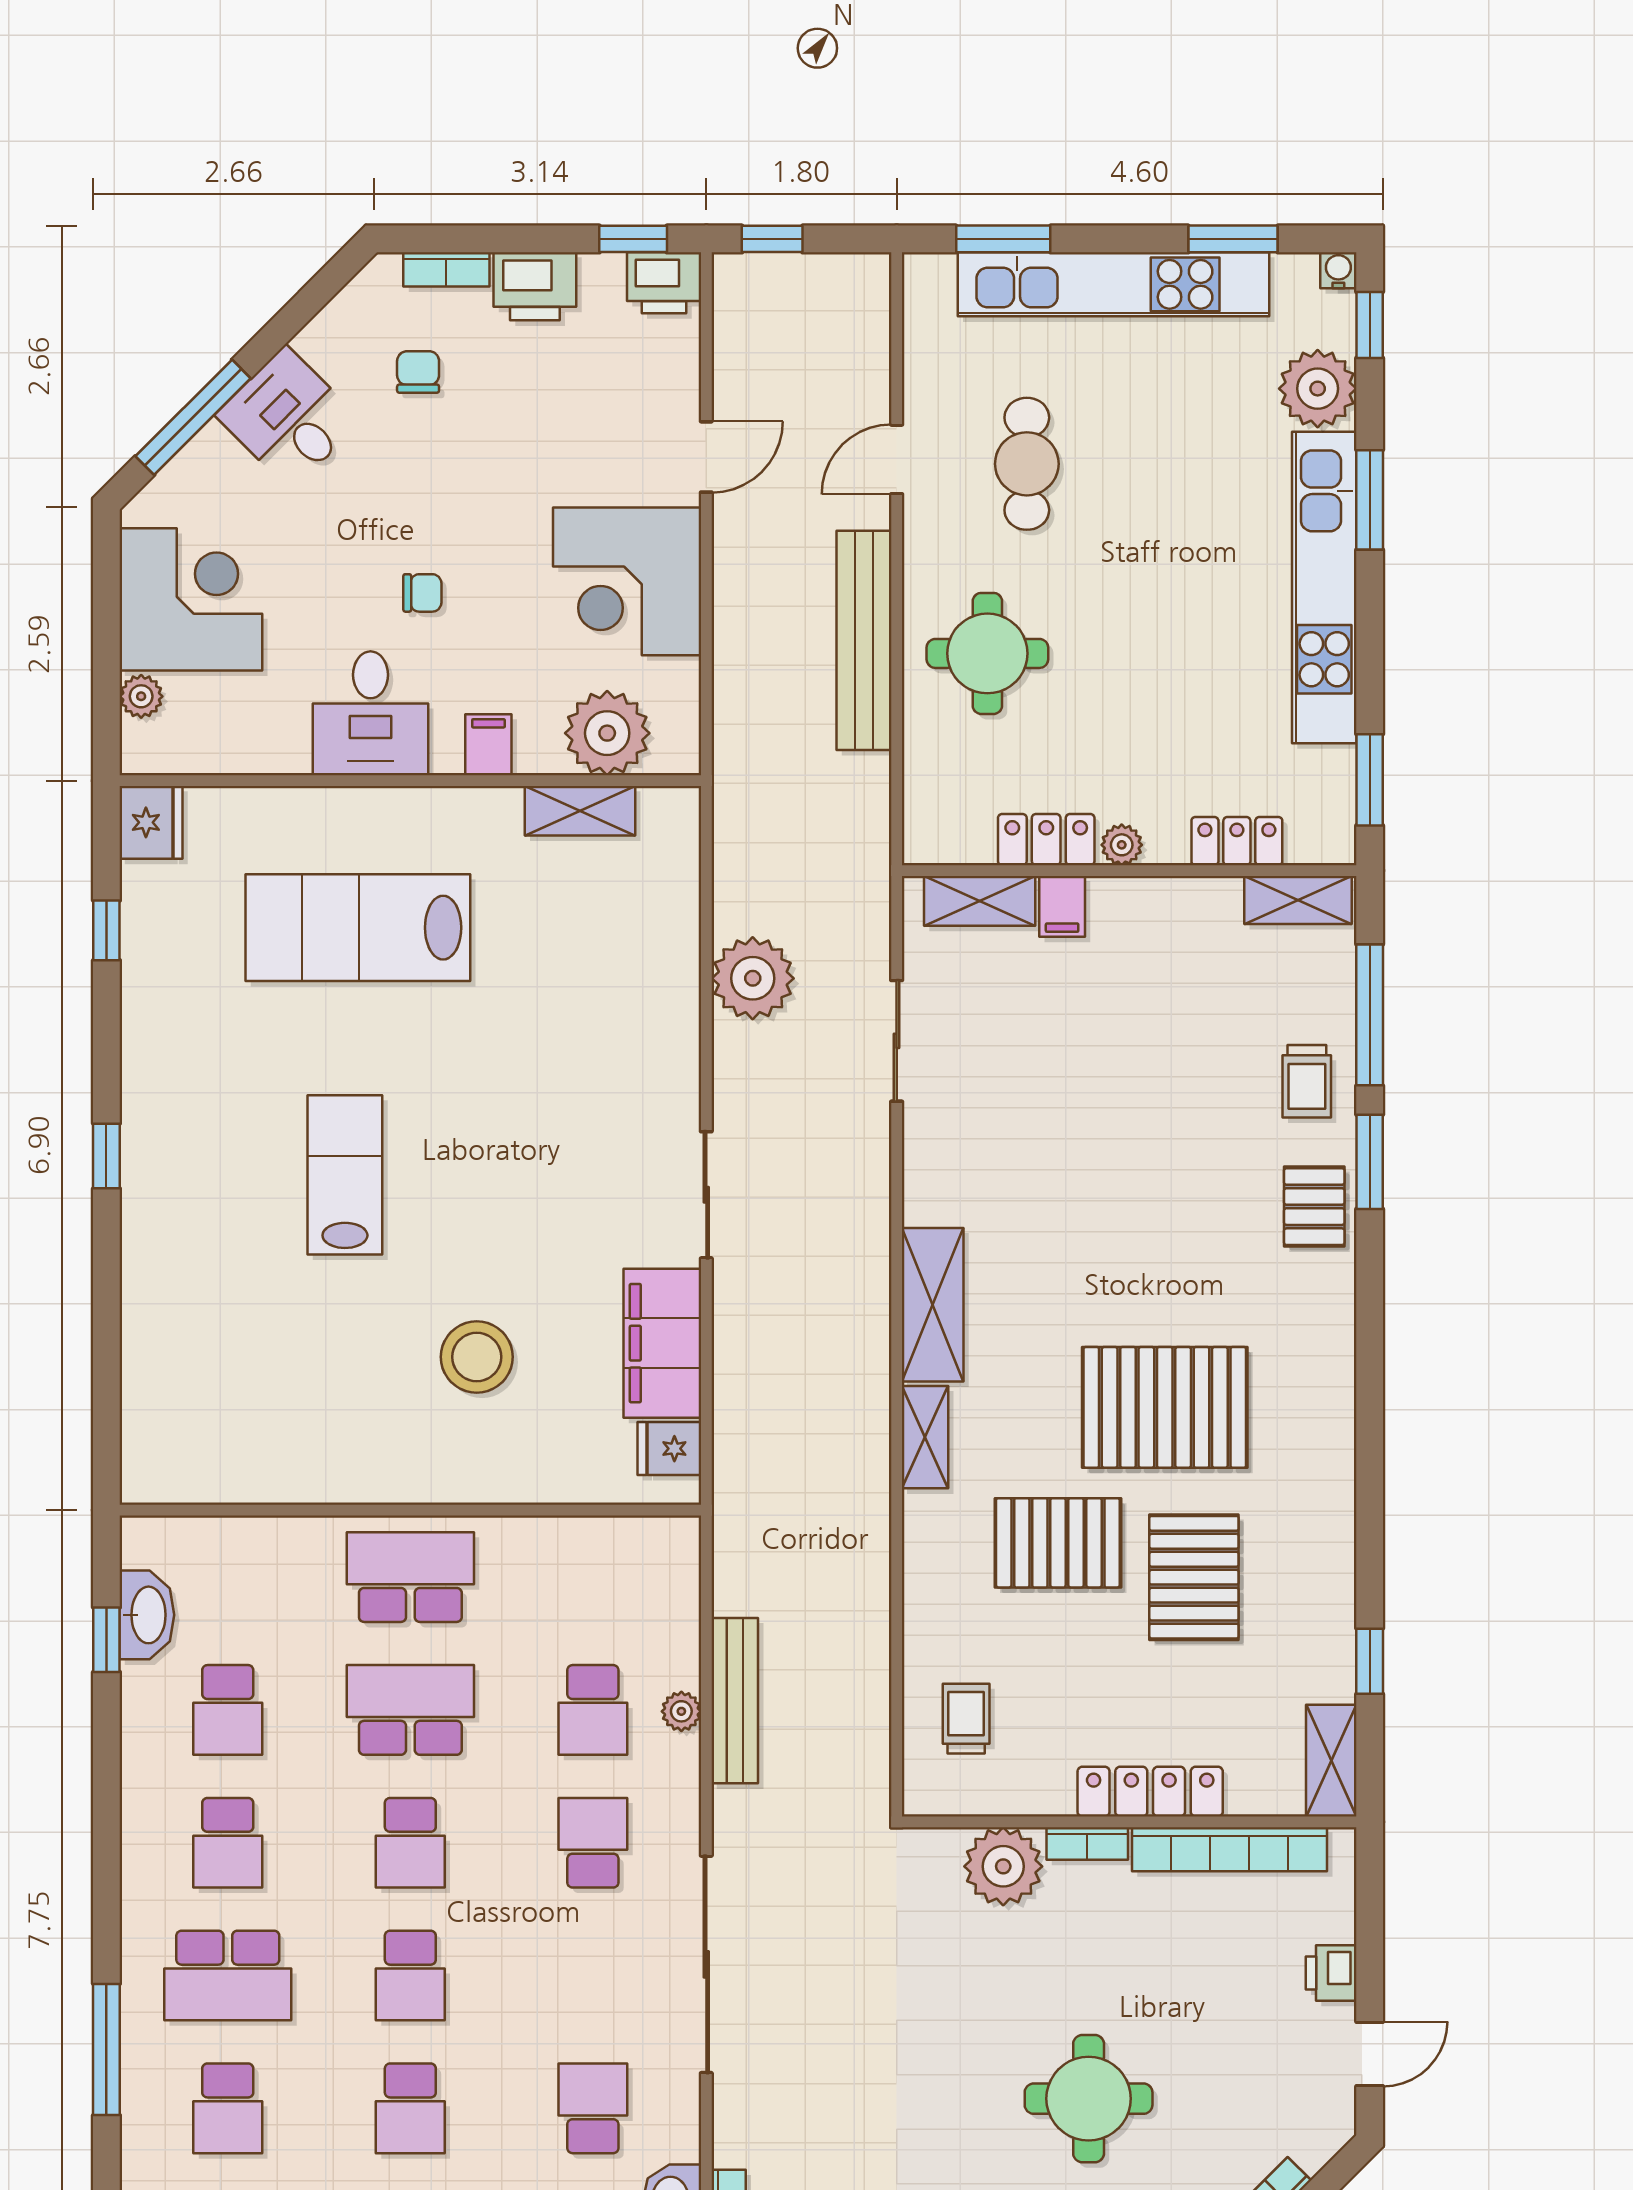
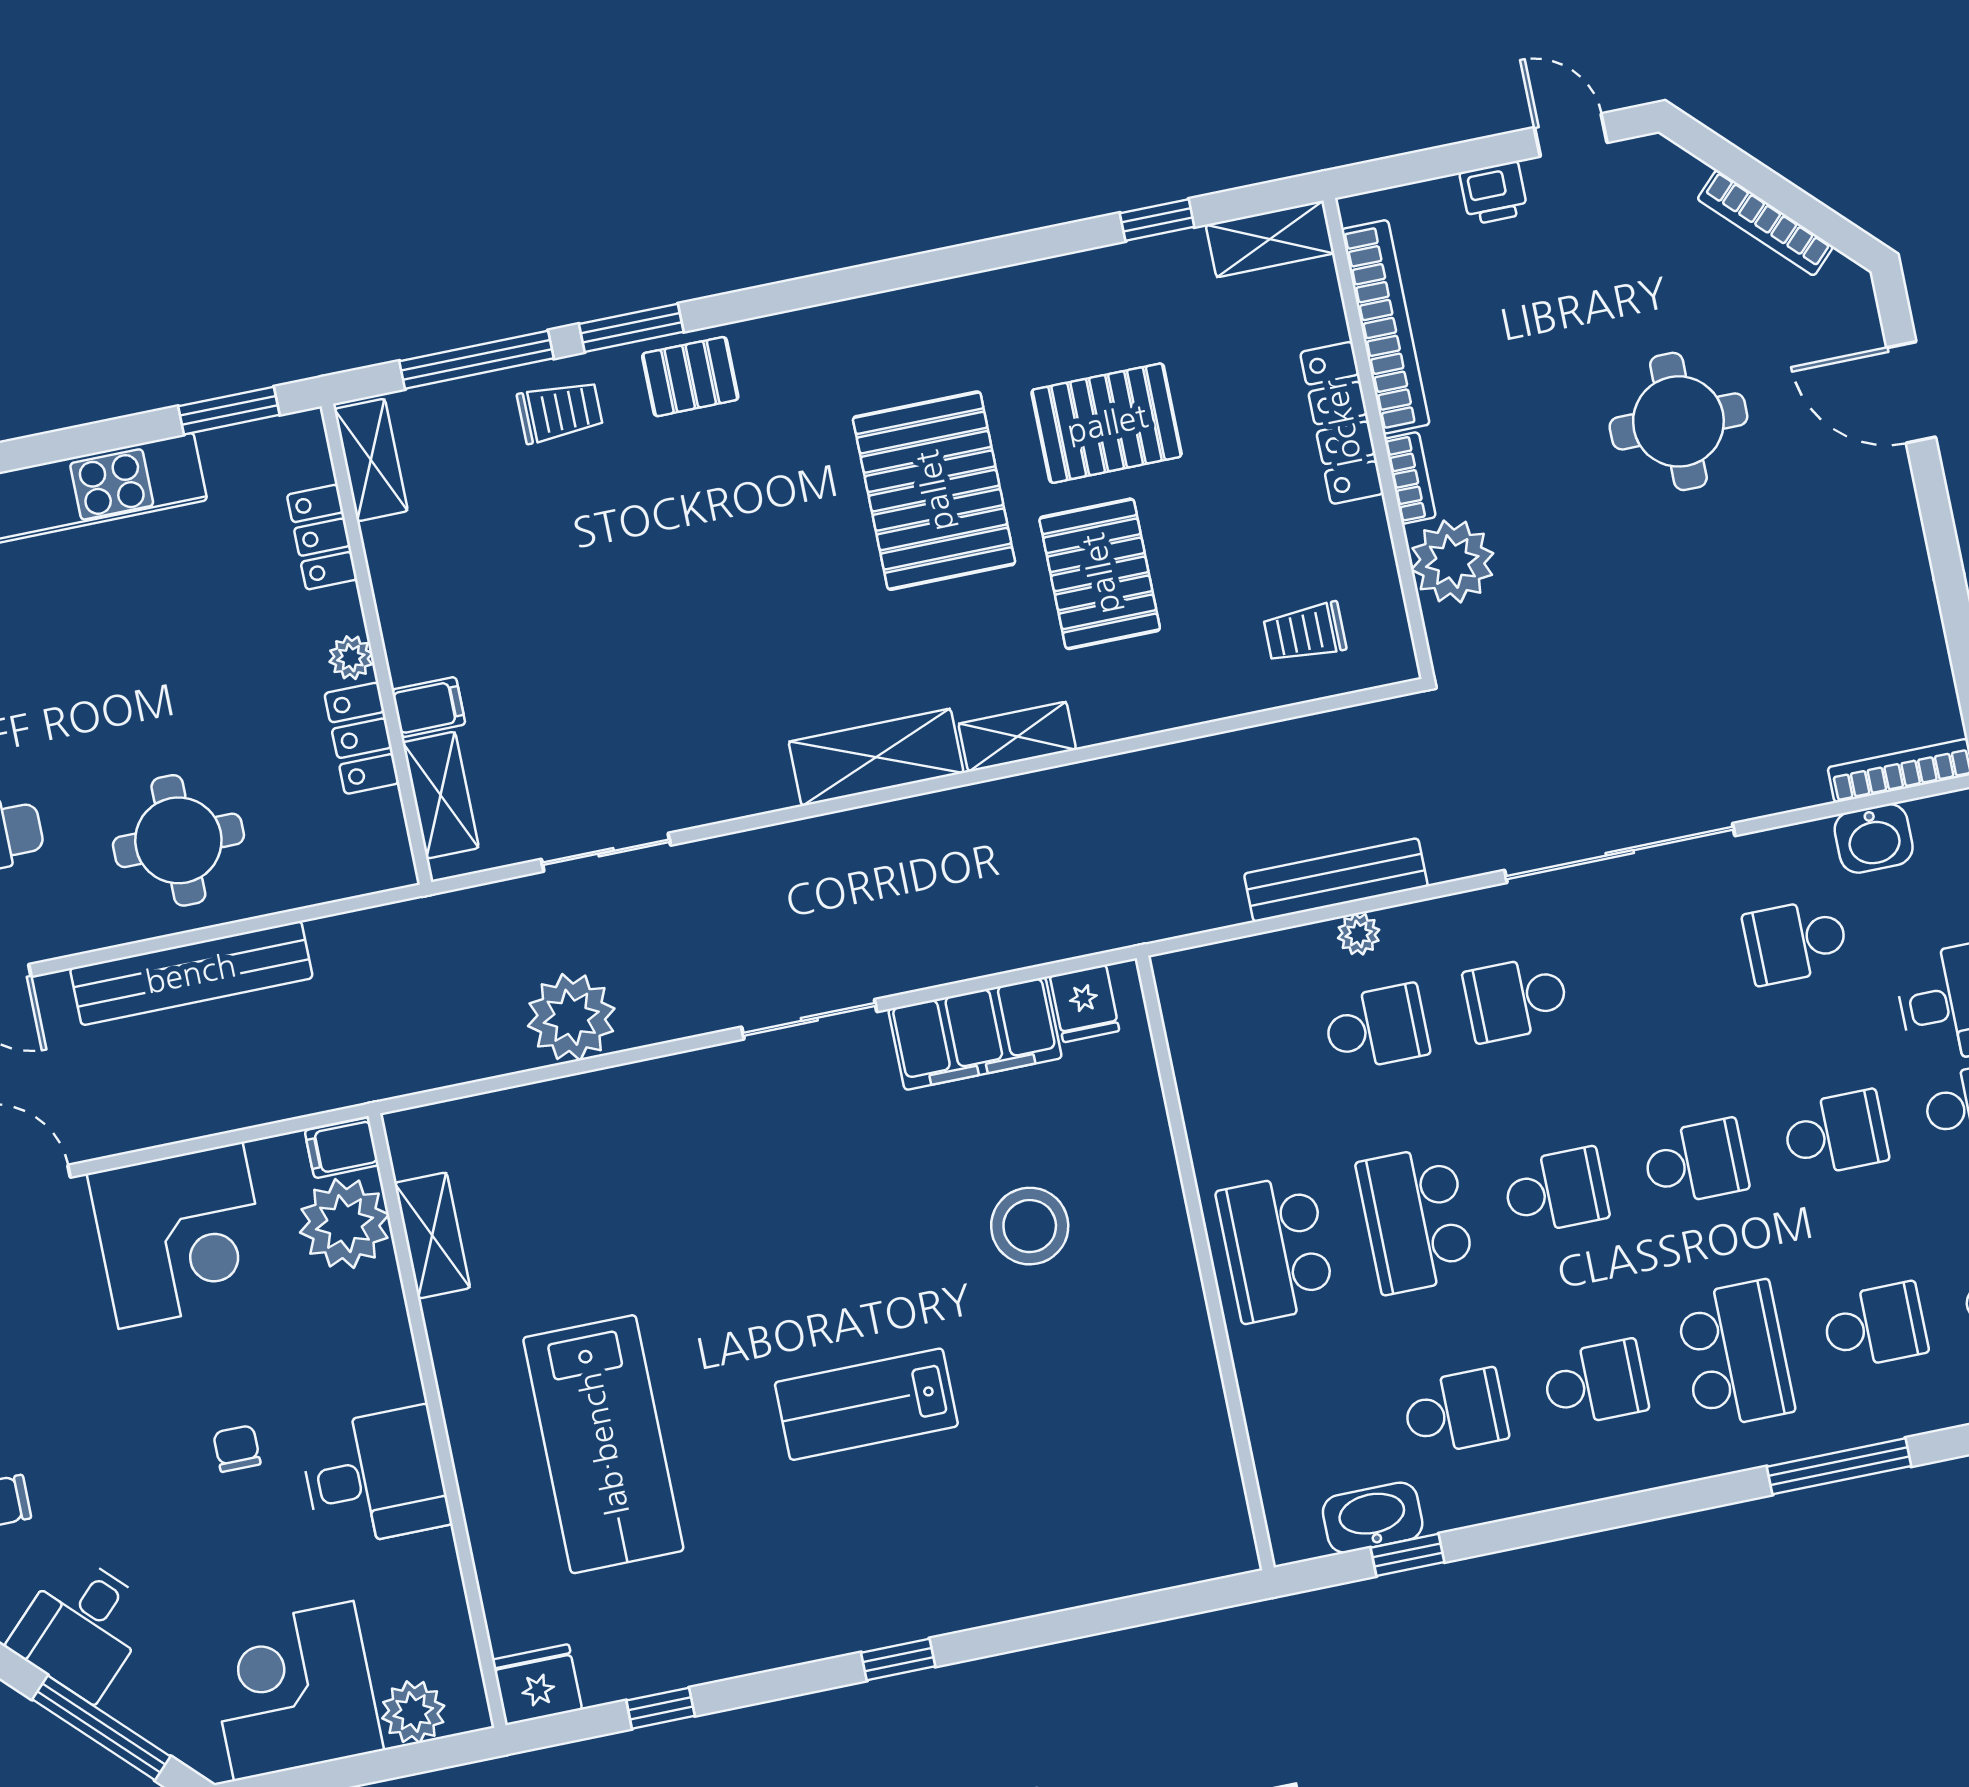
plant: (141, 696) -> (413, 1712), width x1.38, depth x1.38
filing cabinet: (488, 745) -> (342, 1148), moved

